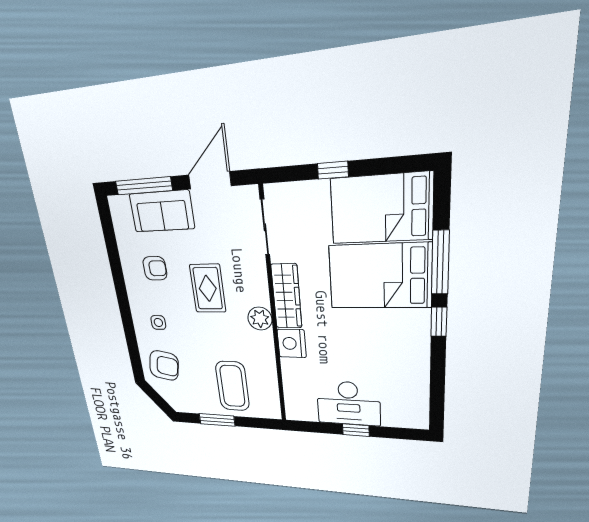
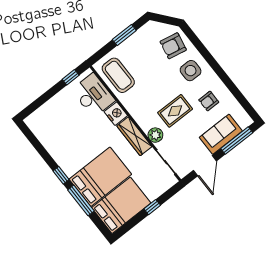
rug: (208, 288) -> (175, 111), turned 90
plant: (260, 319) -> (155, 135), moved
side table: (158, 322) -> (191, 71), width x1.87, depth x1.87
coffee table: (232, 386) -> (118, 75), moved
desk: (348, 403) -> (93, 95), moved, turned 90
window: (356, 430) -> (71, 77), moved

